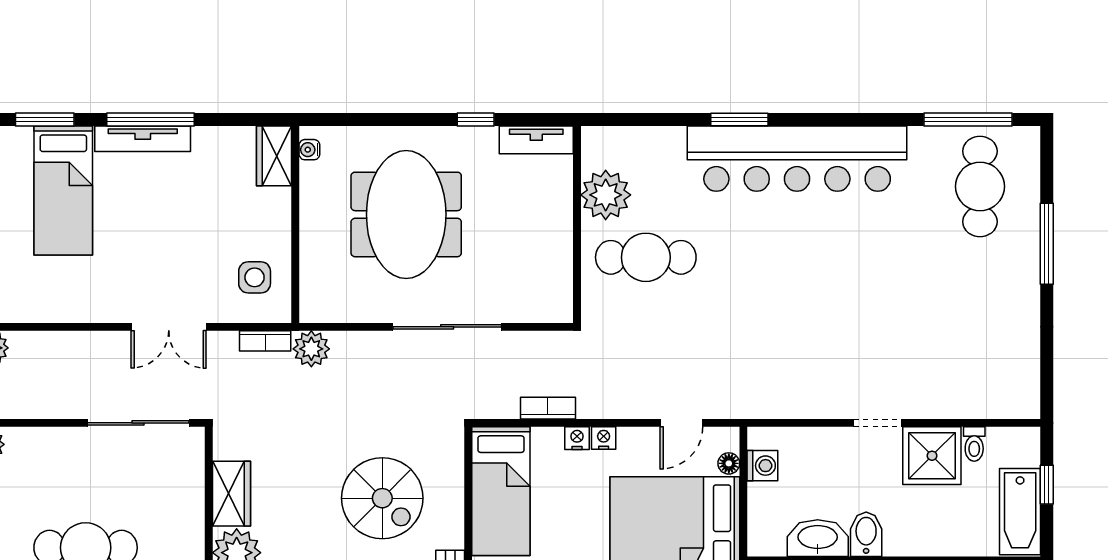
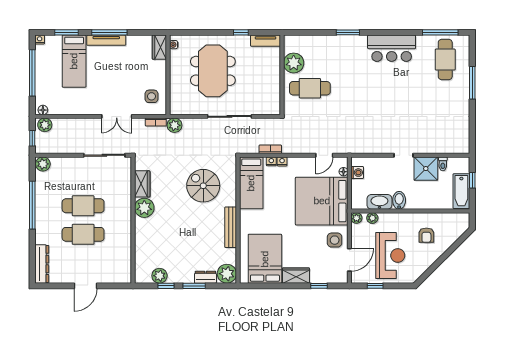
bar counter: (797, 159) -> (392, 48), width x0.54
nightstand: (604, 438) -> (271, 161), moved
spiral stairs: (382, 498) -> (203, 186), turned 180

